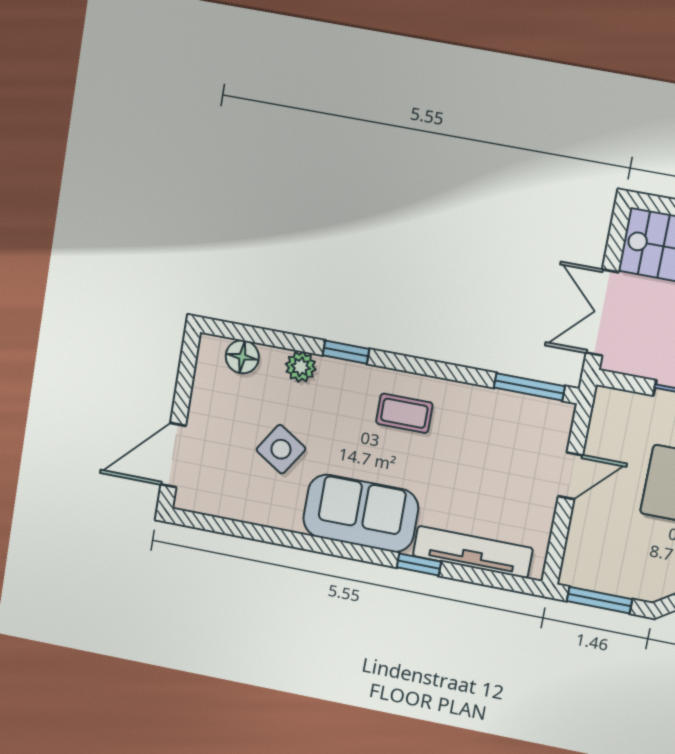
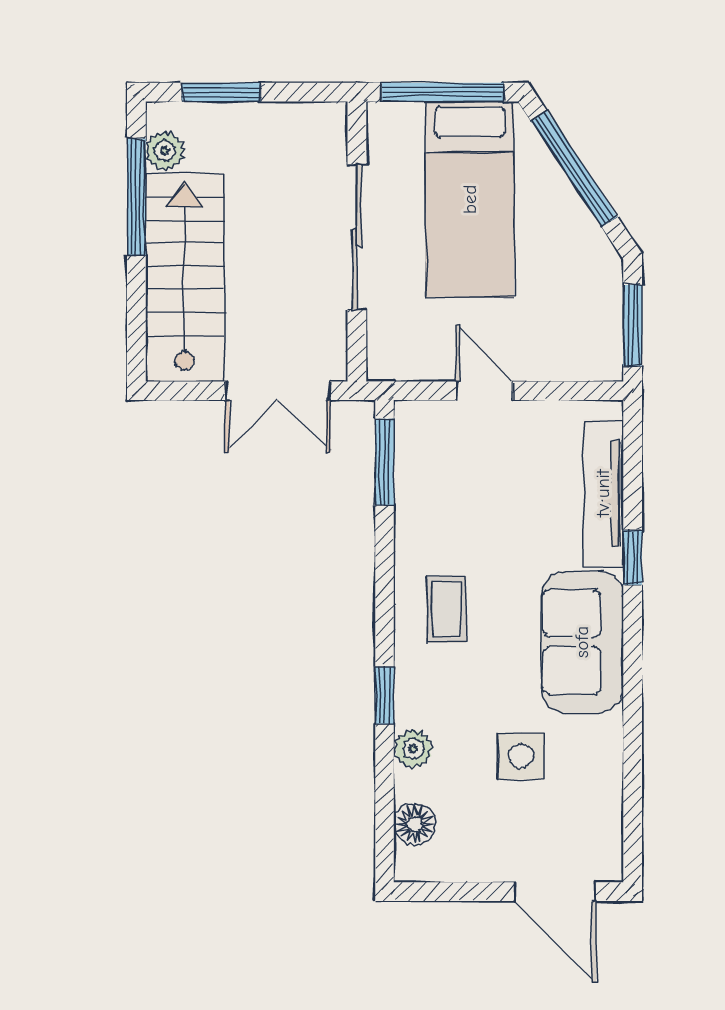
side table: (281, 449) -> (521, 756), turned -33

